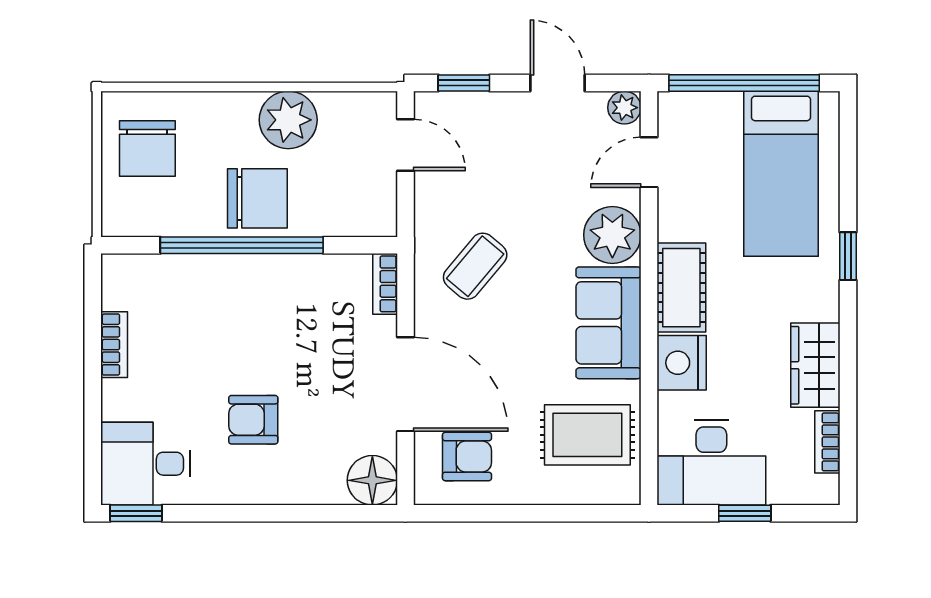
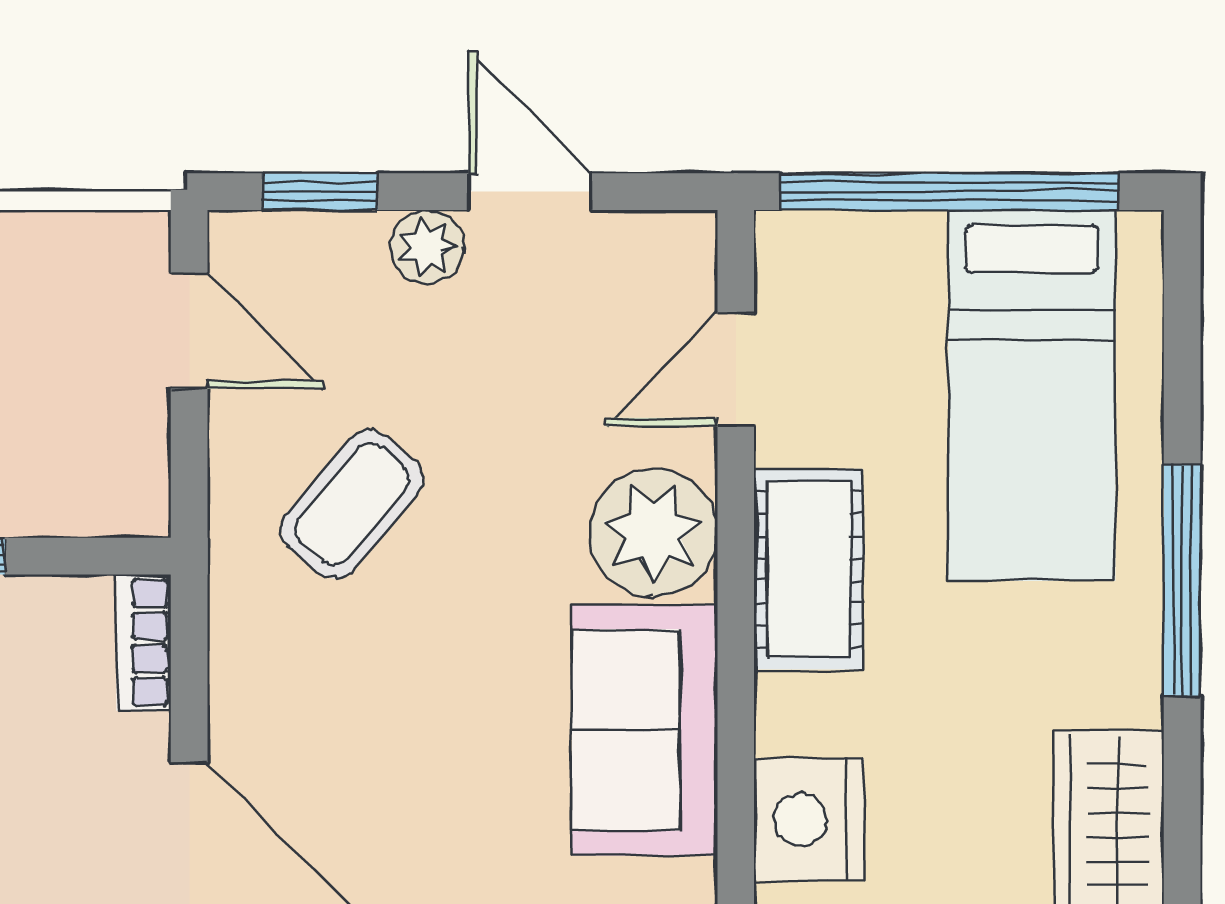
plant: (624, 108) -> (427, 247), moved
window: (848, 256) -> (1182, 580), width x2.17
coffee table: (475, 266) -> (352, 504), moved
cot: (681, 288) -> (808, 569), moved

